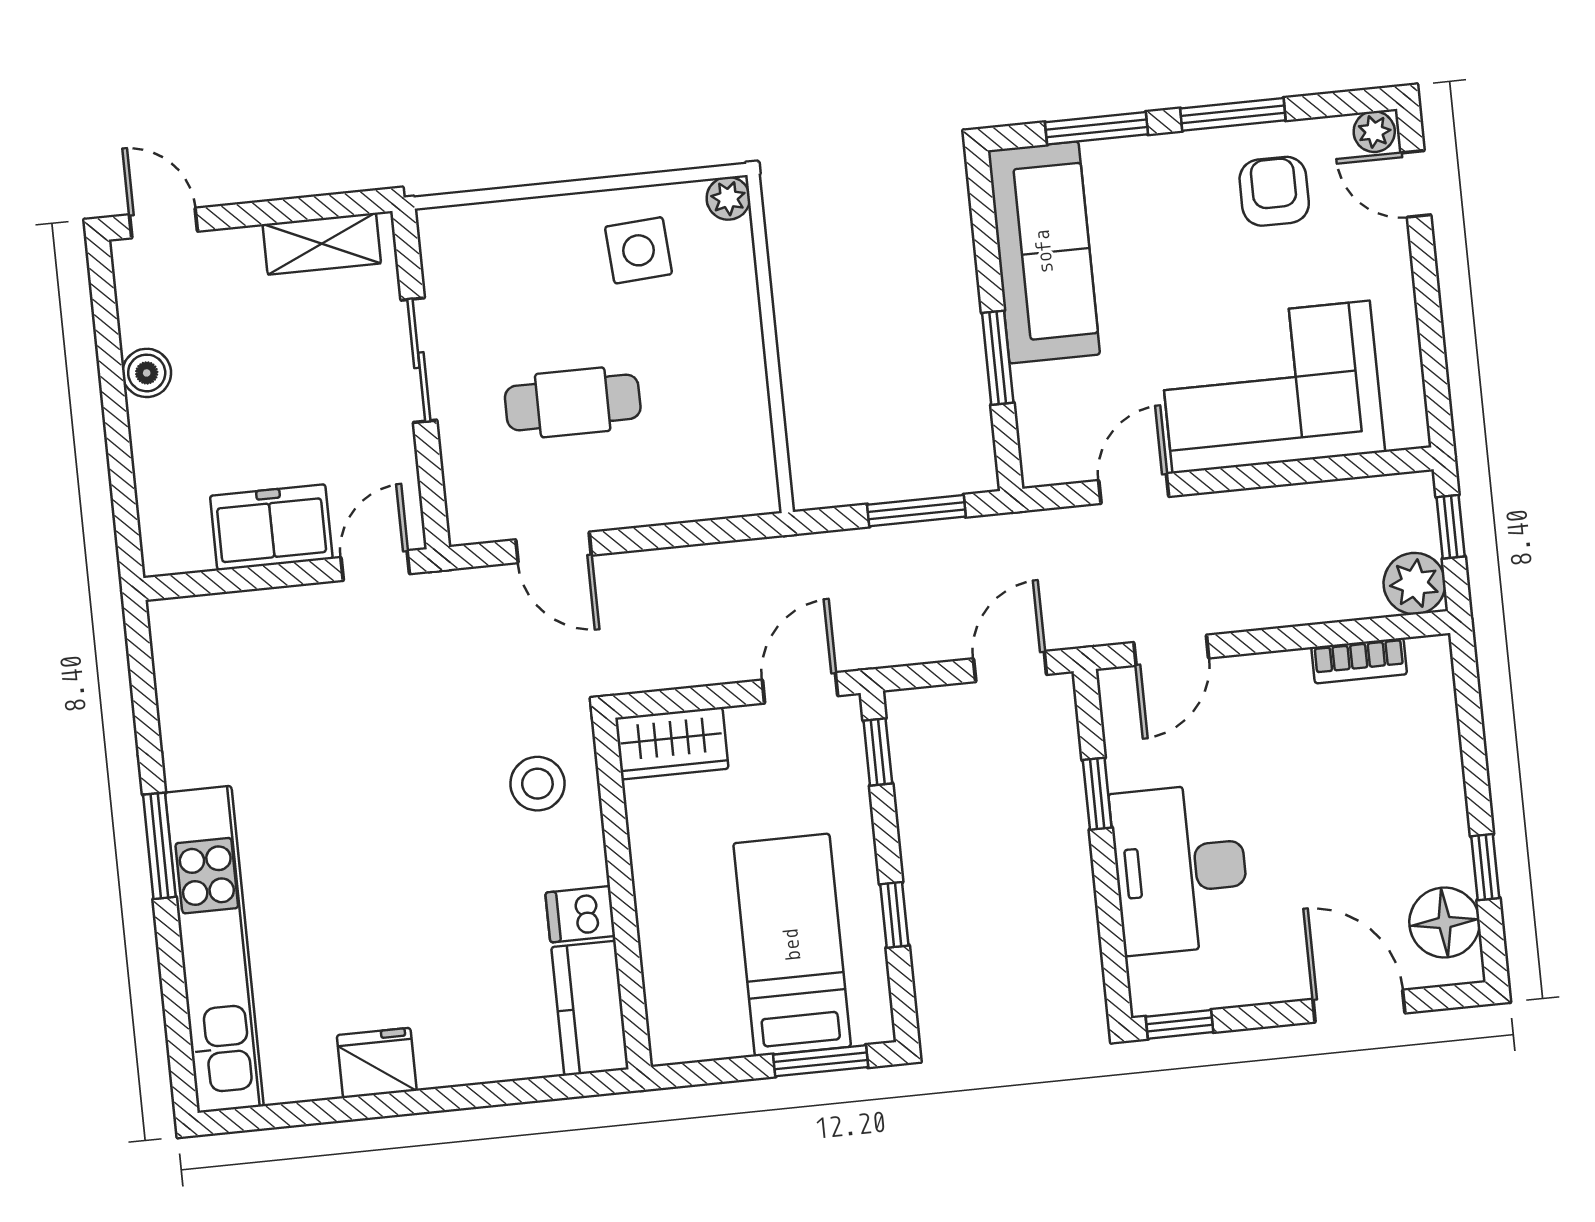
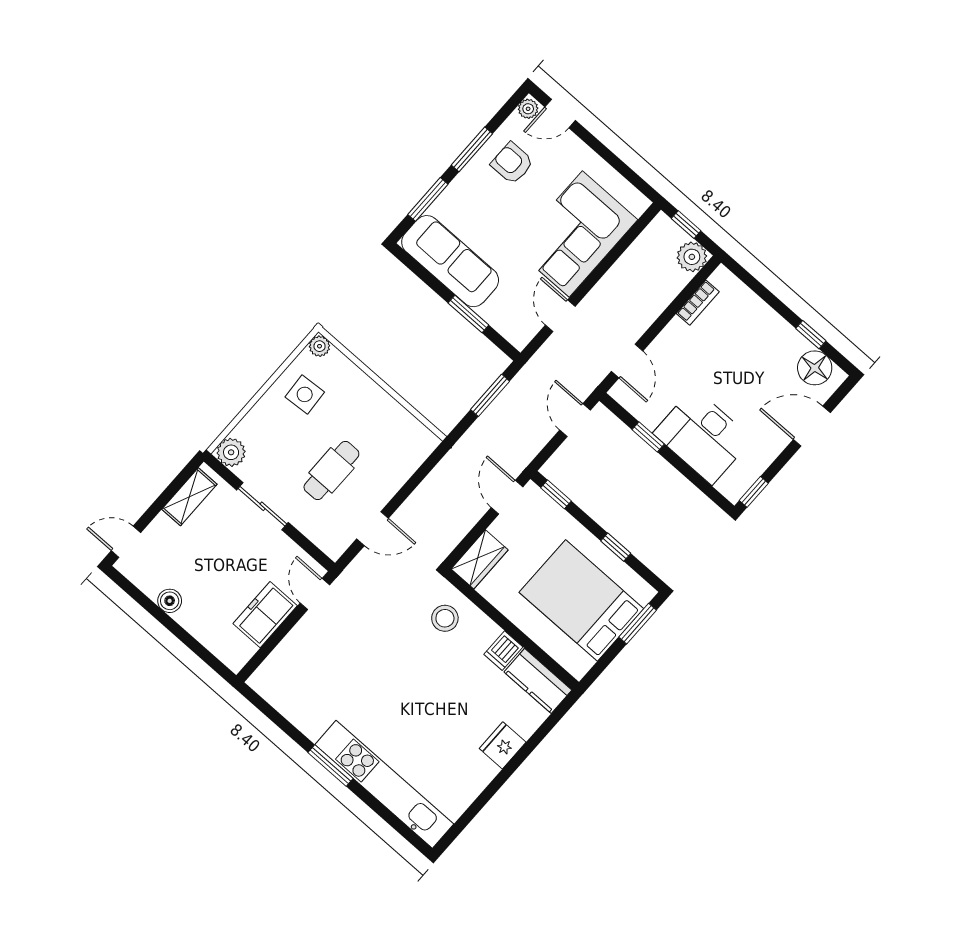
plant: (447, 235) -> (231, 452), added
bed: (792, 945) -> (581, 600), width x1.50
fridge: (377, 1063) -> (503, 745), moved

